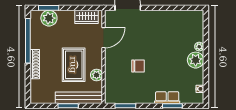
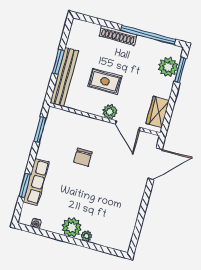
rug: (74, 65) -> (105, 81), width x0.73, depth x0.70
plant: (97, 75) -> (110, 112), moved
row of seats: (167, 98) -> (36, 182), width x1.48

